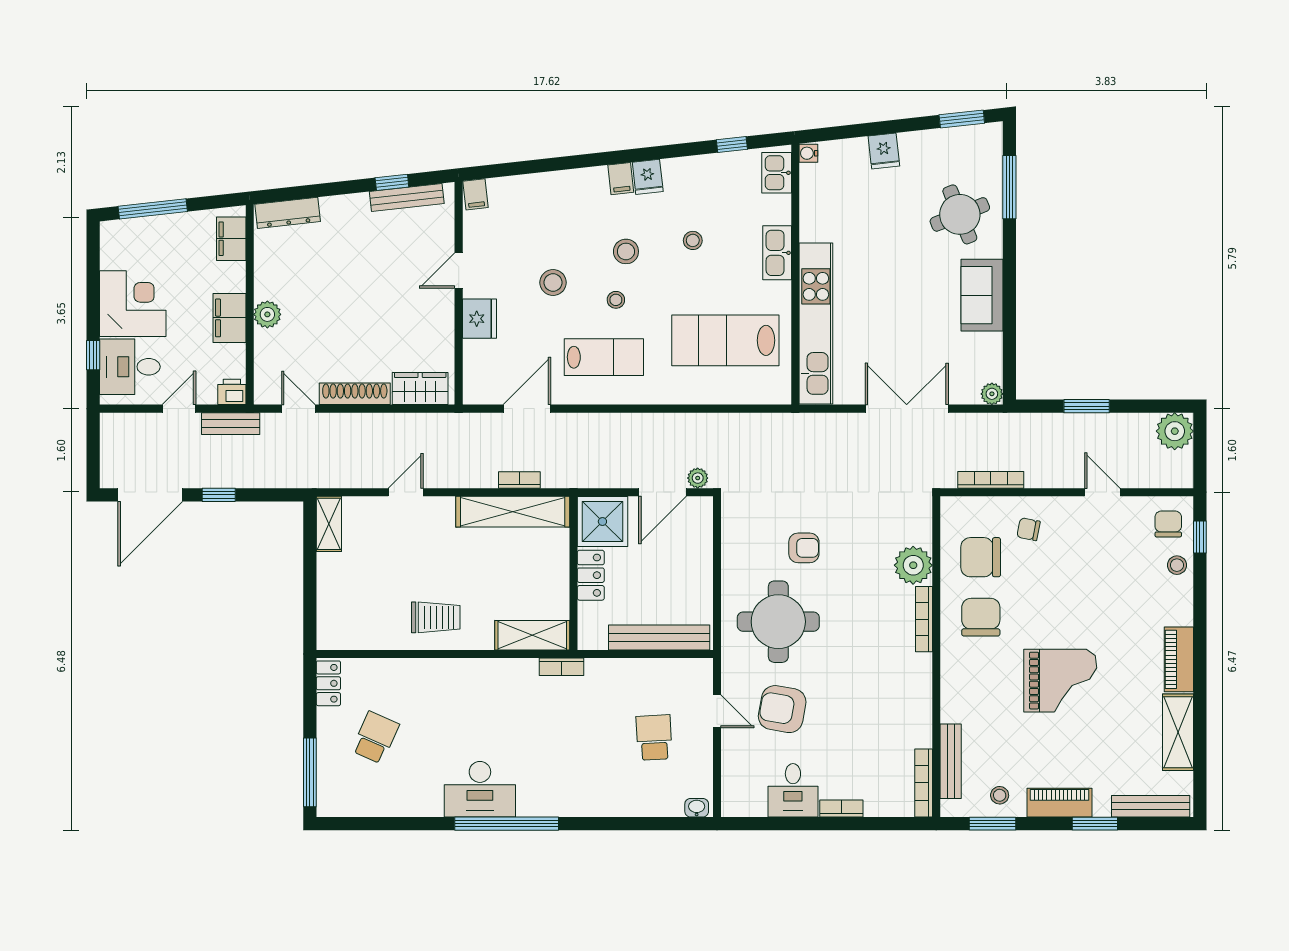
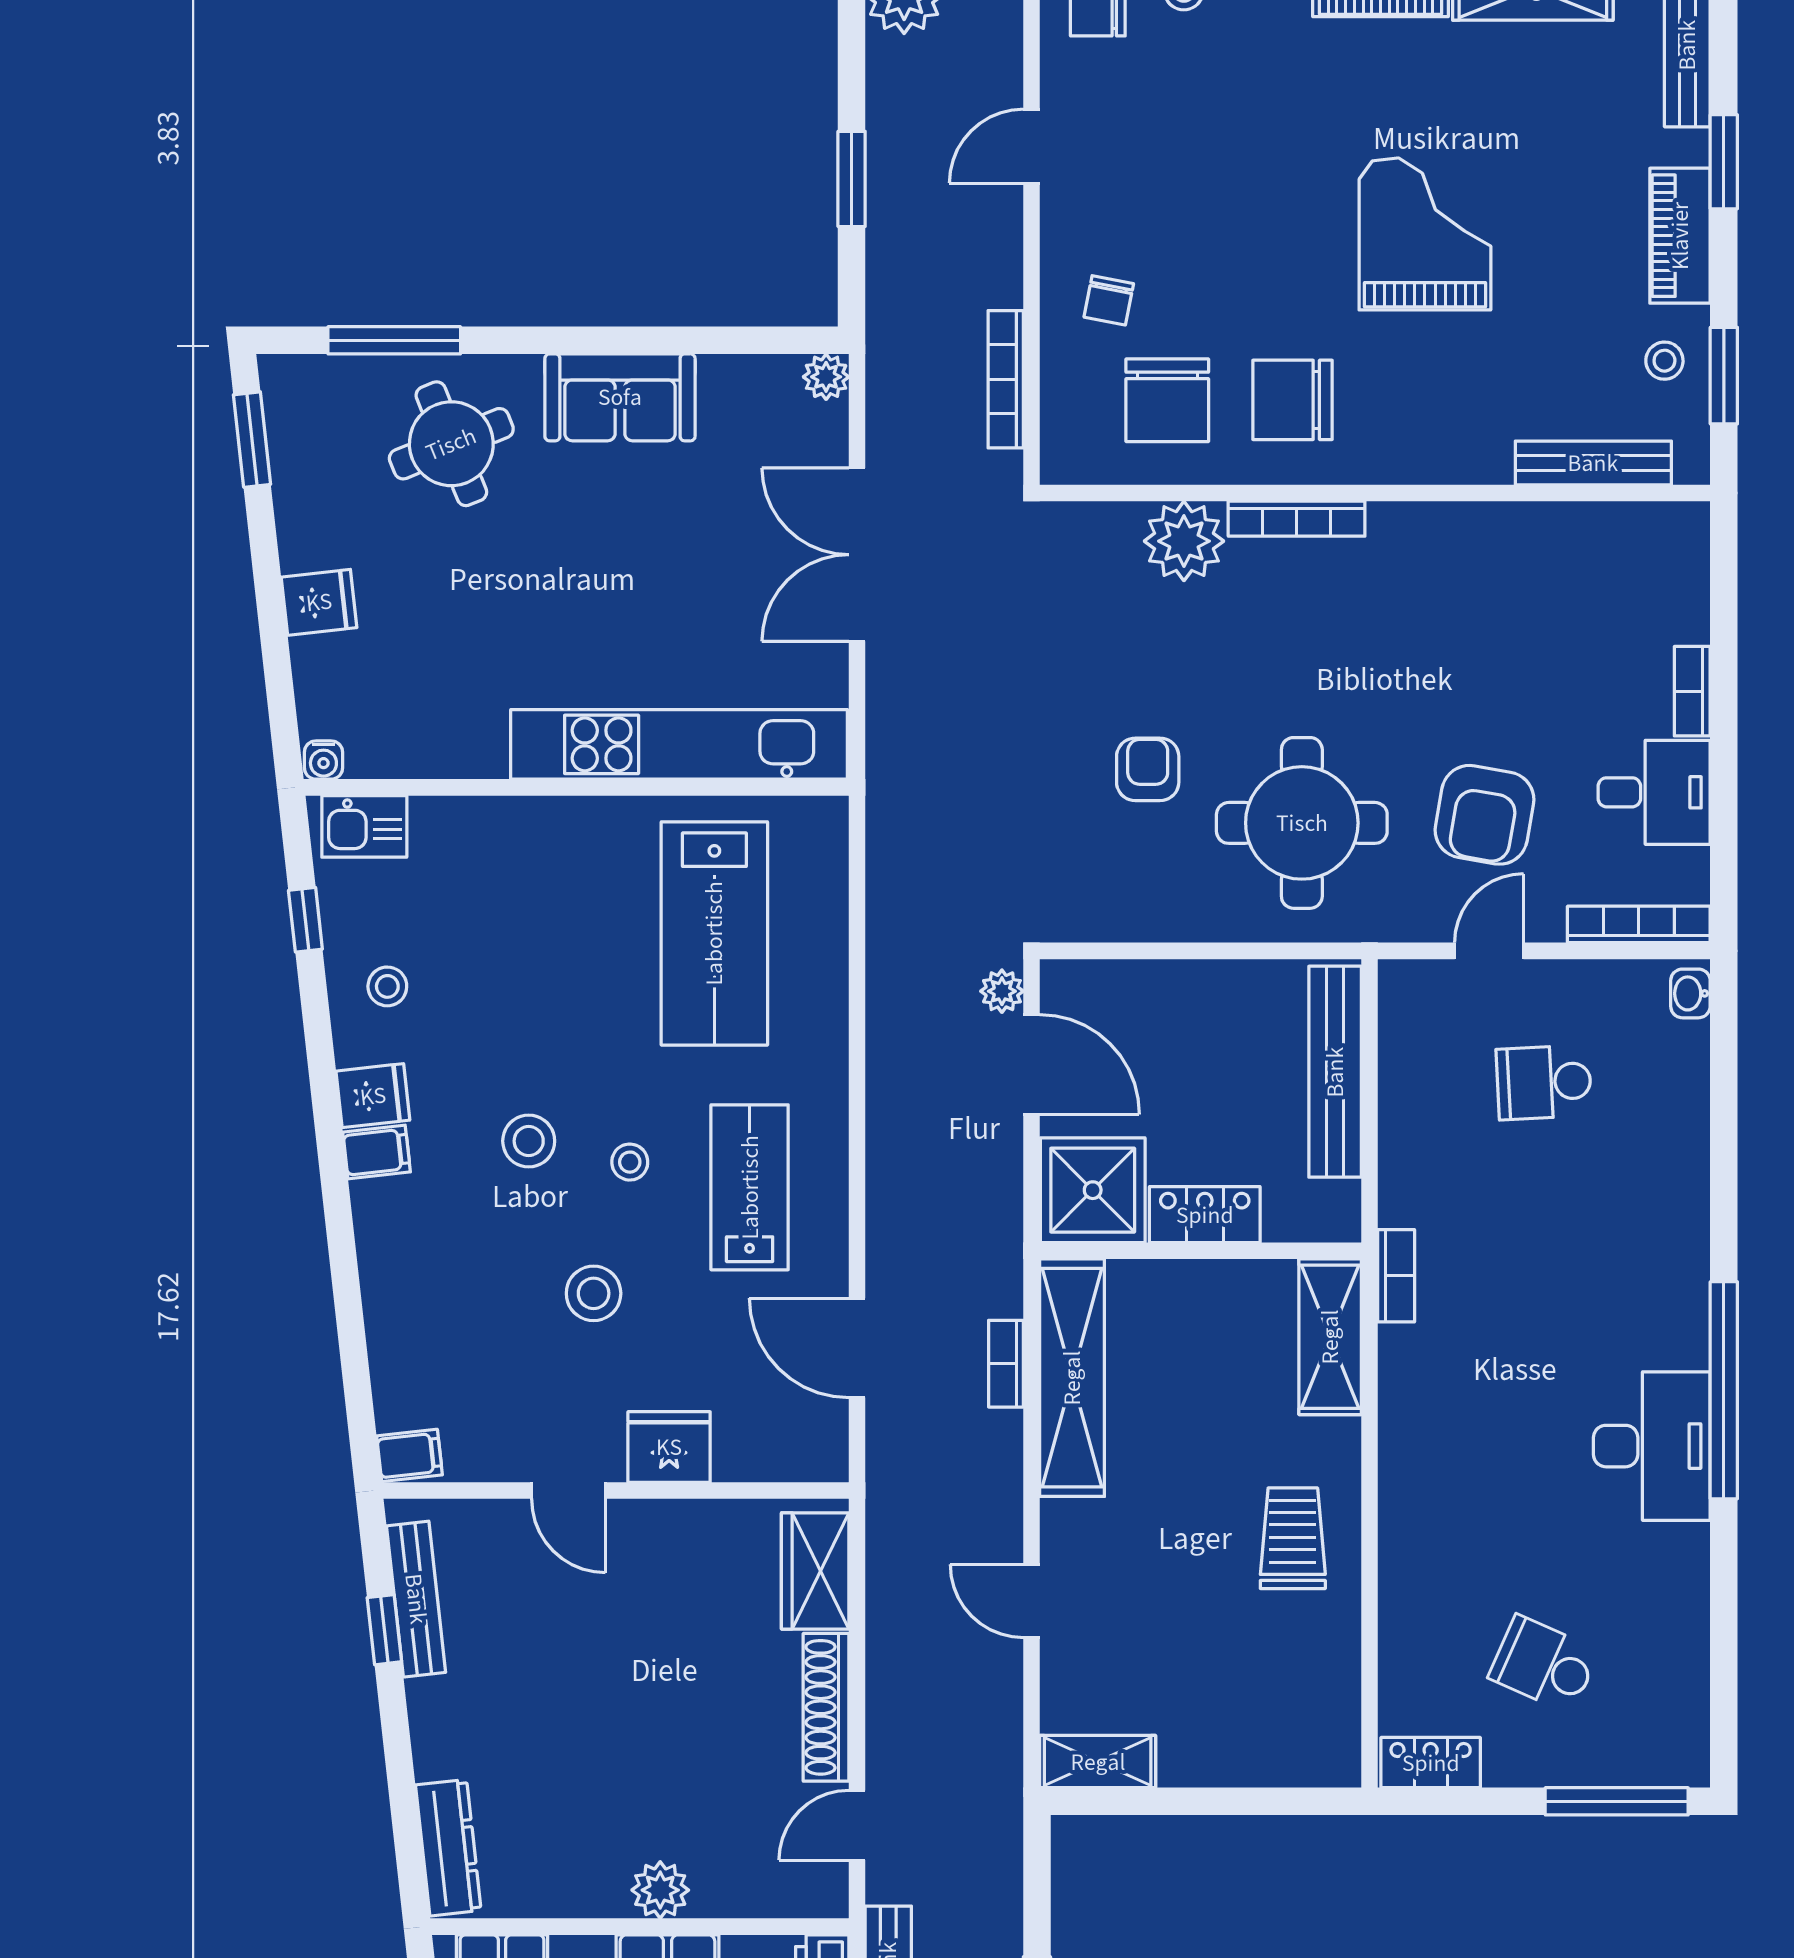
stool: (693, 240) -> (387, 986), moved
kitchen sink: (777, 253) -> (532, 825), removed
bookcase: (924, 783) -> (1639, 924), moved, turned 180

